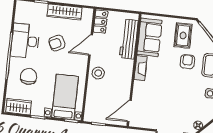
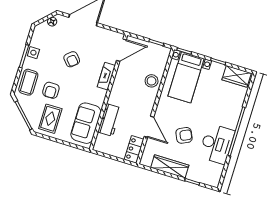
workbench: (129, 39) -> (109, 120), width x0.73
door: (91, 45) -> (149, 127), hinge flipped
fireplace: (141, 68) -> (106, 76), moved
stool: (98, 73) -> (152, 81), moved
chair: (29, 76) -> (220, 106), removed
armchair: (174, 94) -> (72, 59), added

